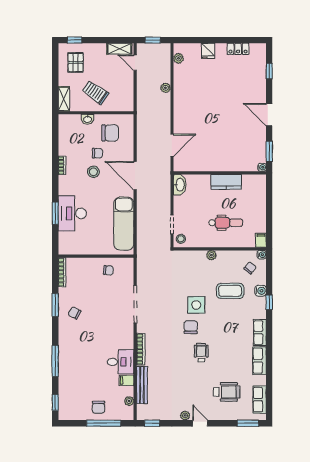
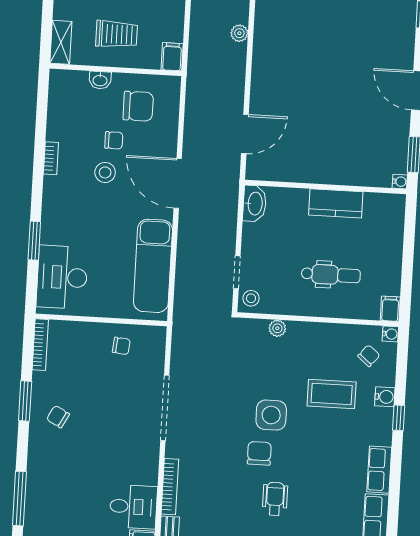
trolley: (95, 92) -> (117, 34), turned 145
filing cabinet: (128, 103) -> (172, 57), added
desk: (72, 213) -> (62, 277), moved
plant: (211, 255) -> (277, 328), moved

